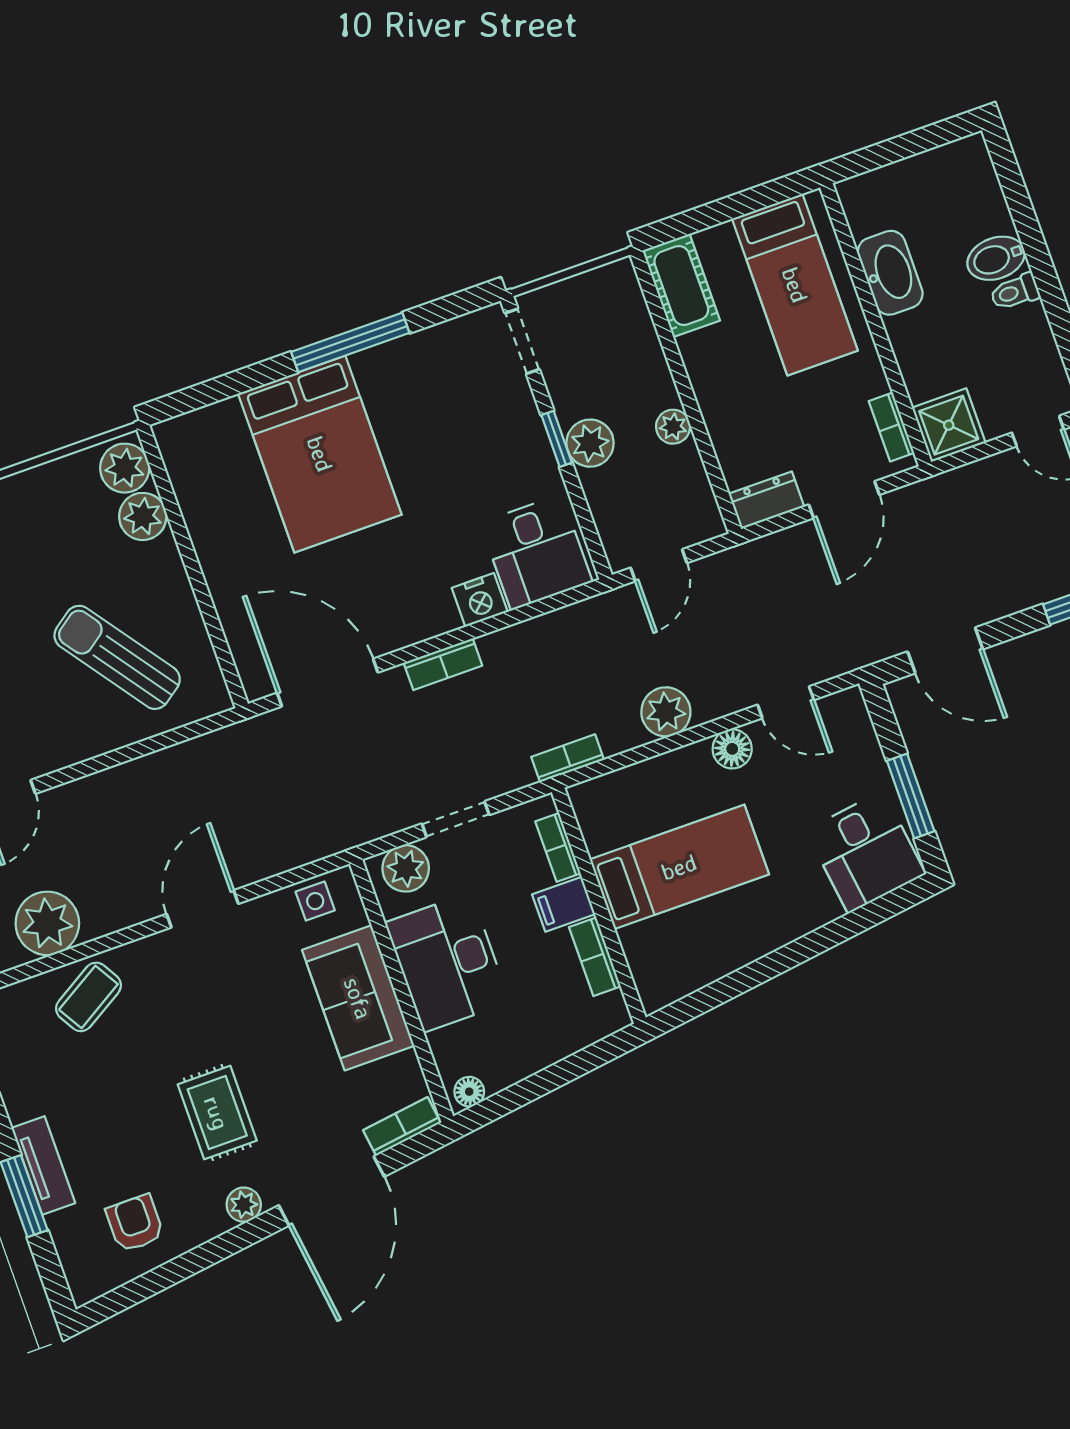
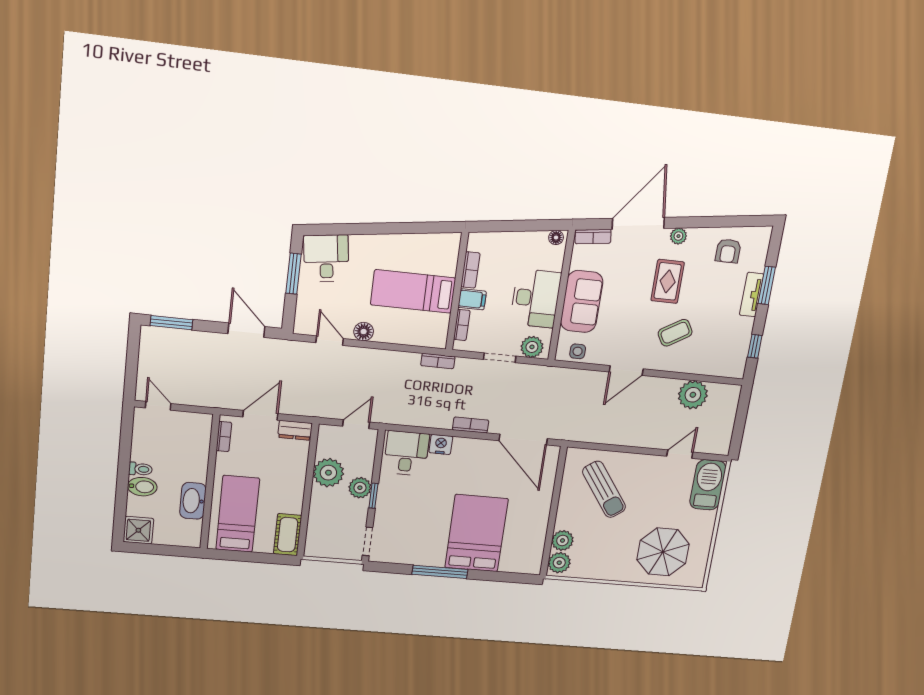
shower: (949, 425) -> (138, 530), moved
plant: (673, 427) -> (328, 473), width x1.87, depth x1.87
plant: (666, 712) -> (385, 361), removed
coffee table: (88, 997) -> (675, 333), moved

